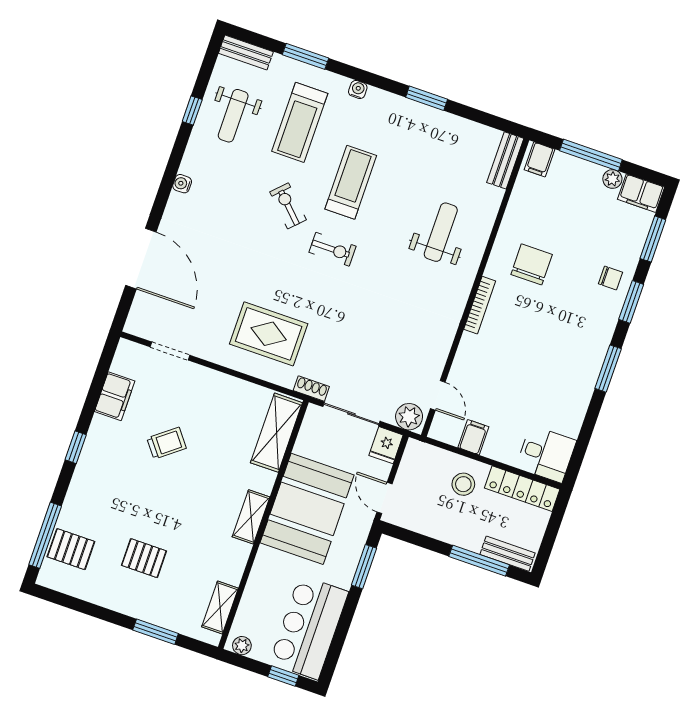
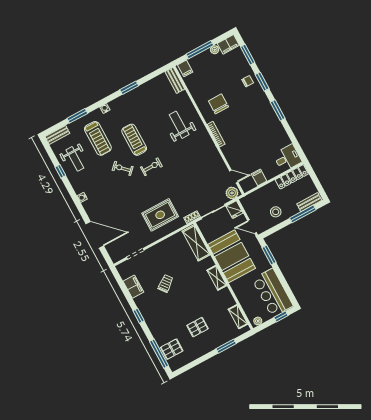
stool: (463, 484) -> (276, 212), moved

